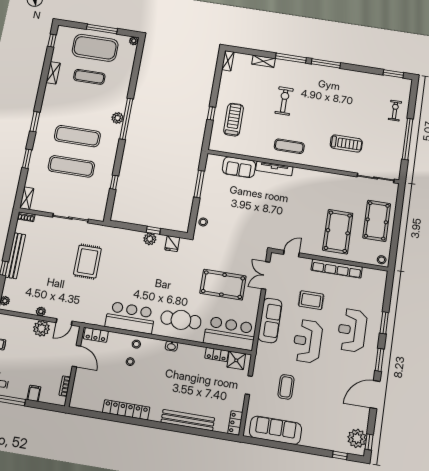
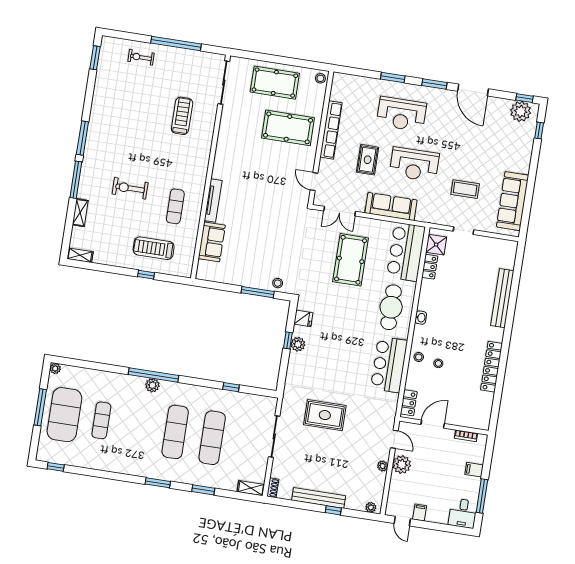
shelving: (53, 73) -> (97, 464), removed
exercise mat: (289, 146) -> (175, 206), moved
window: (199, 184) -> (258, 292), moved
locker: (235, 423) -> (505, 246), removed

